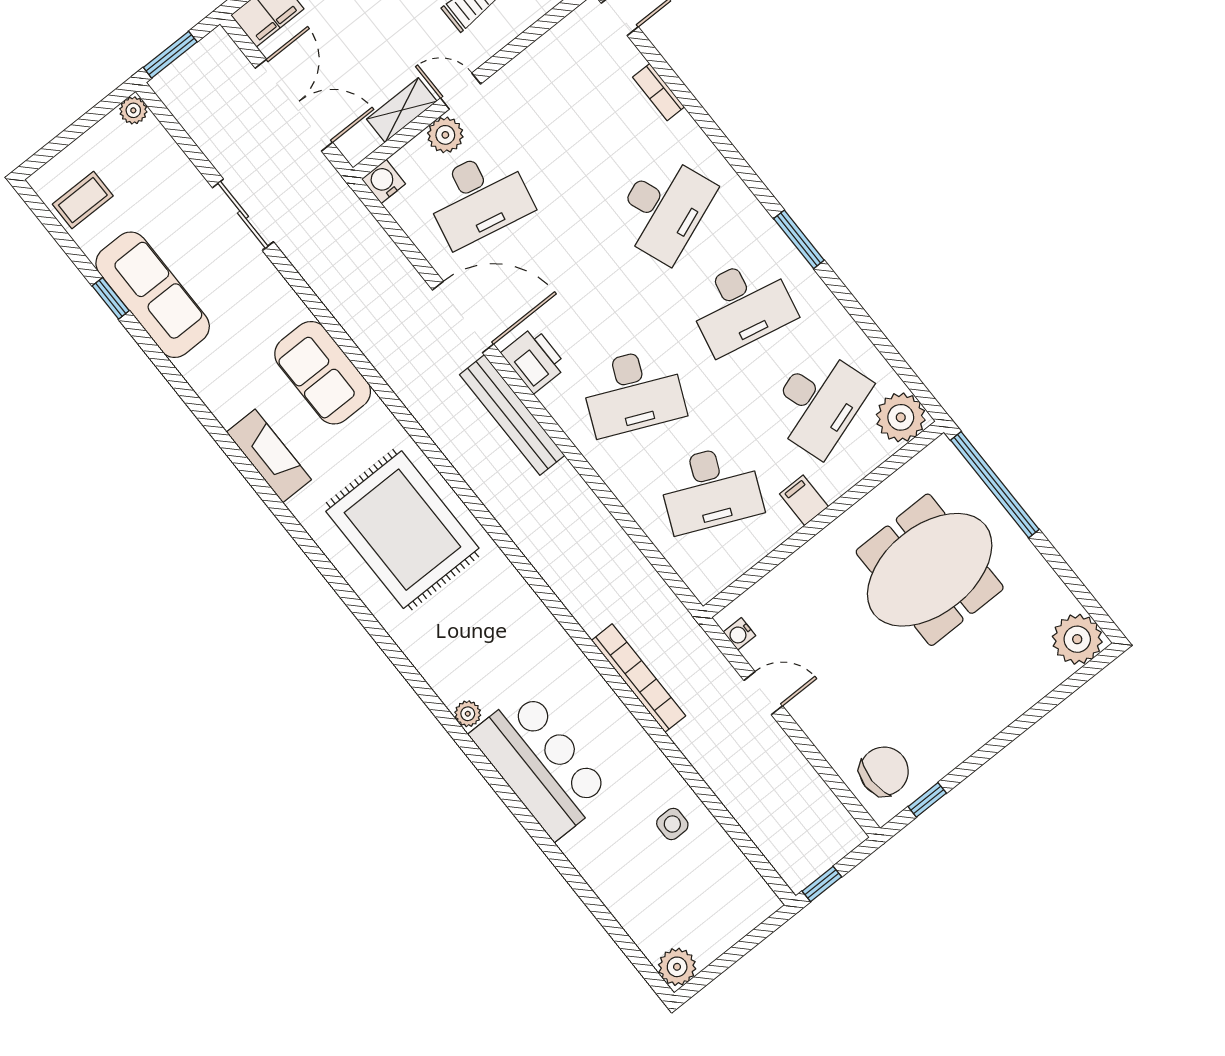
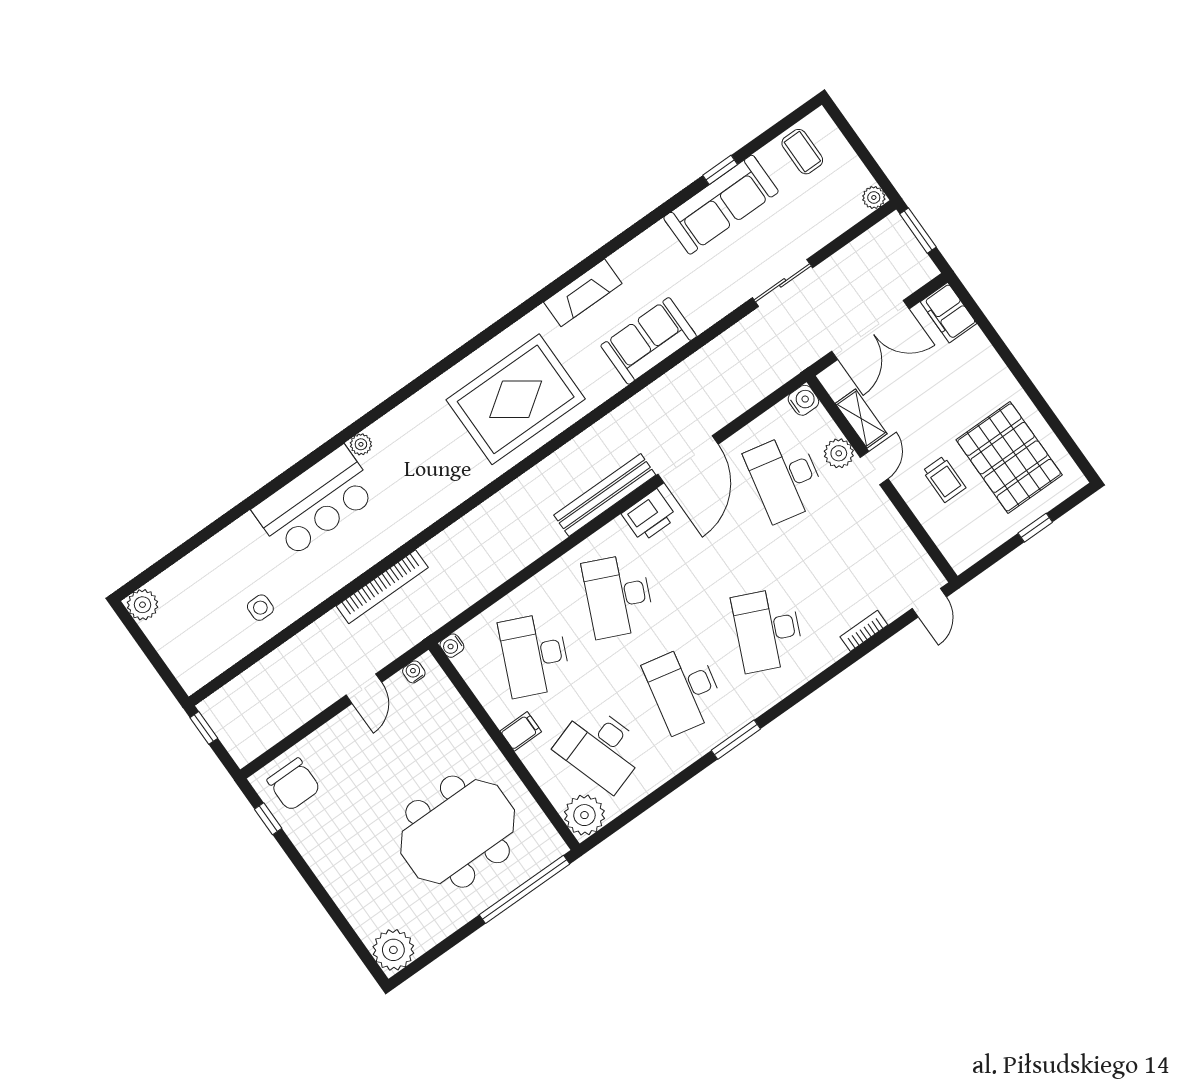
desk: (664, 208) -> (768, 630), turned 45
meeting table: (930, 570) -> (458, 832), turned 90
water cooler: (705, 590) -> (452, 646), added

